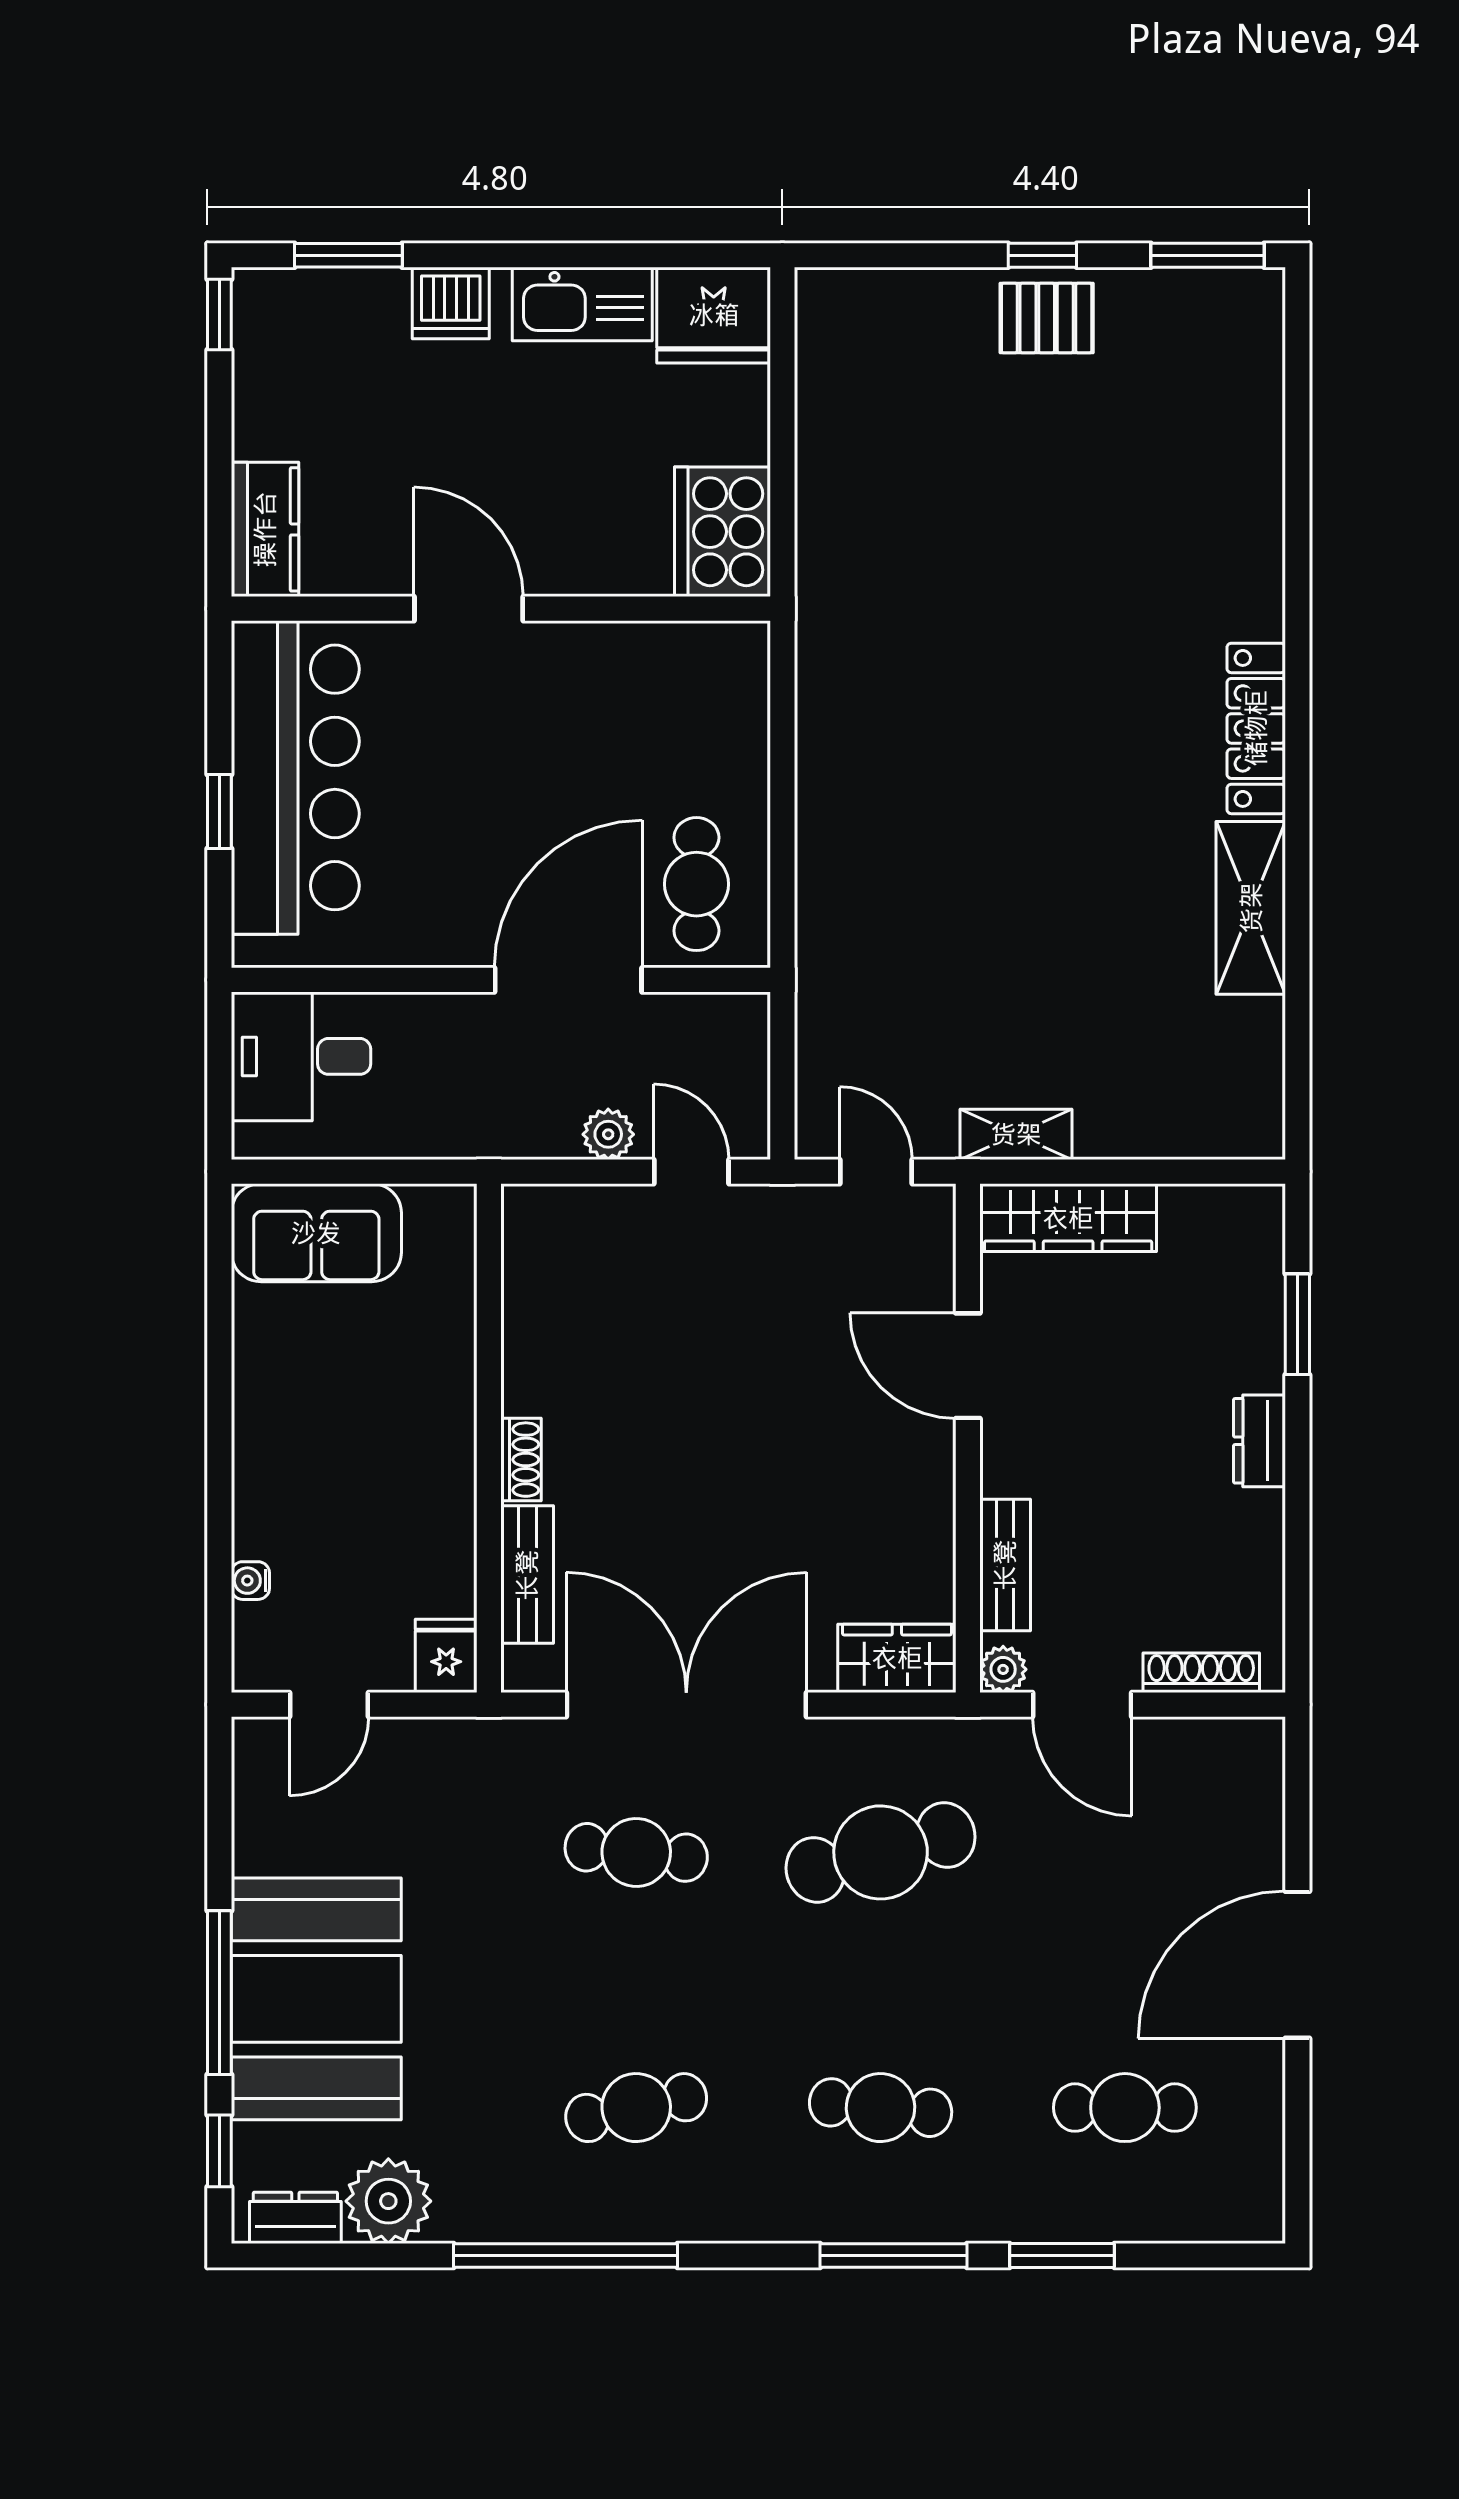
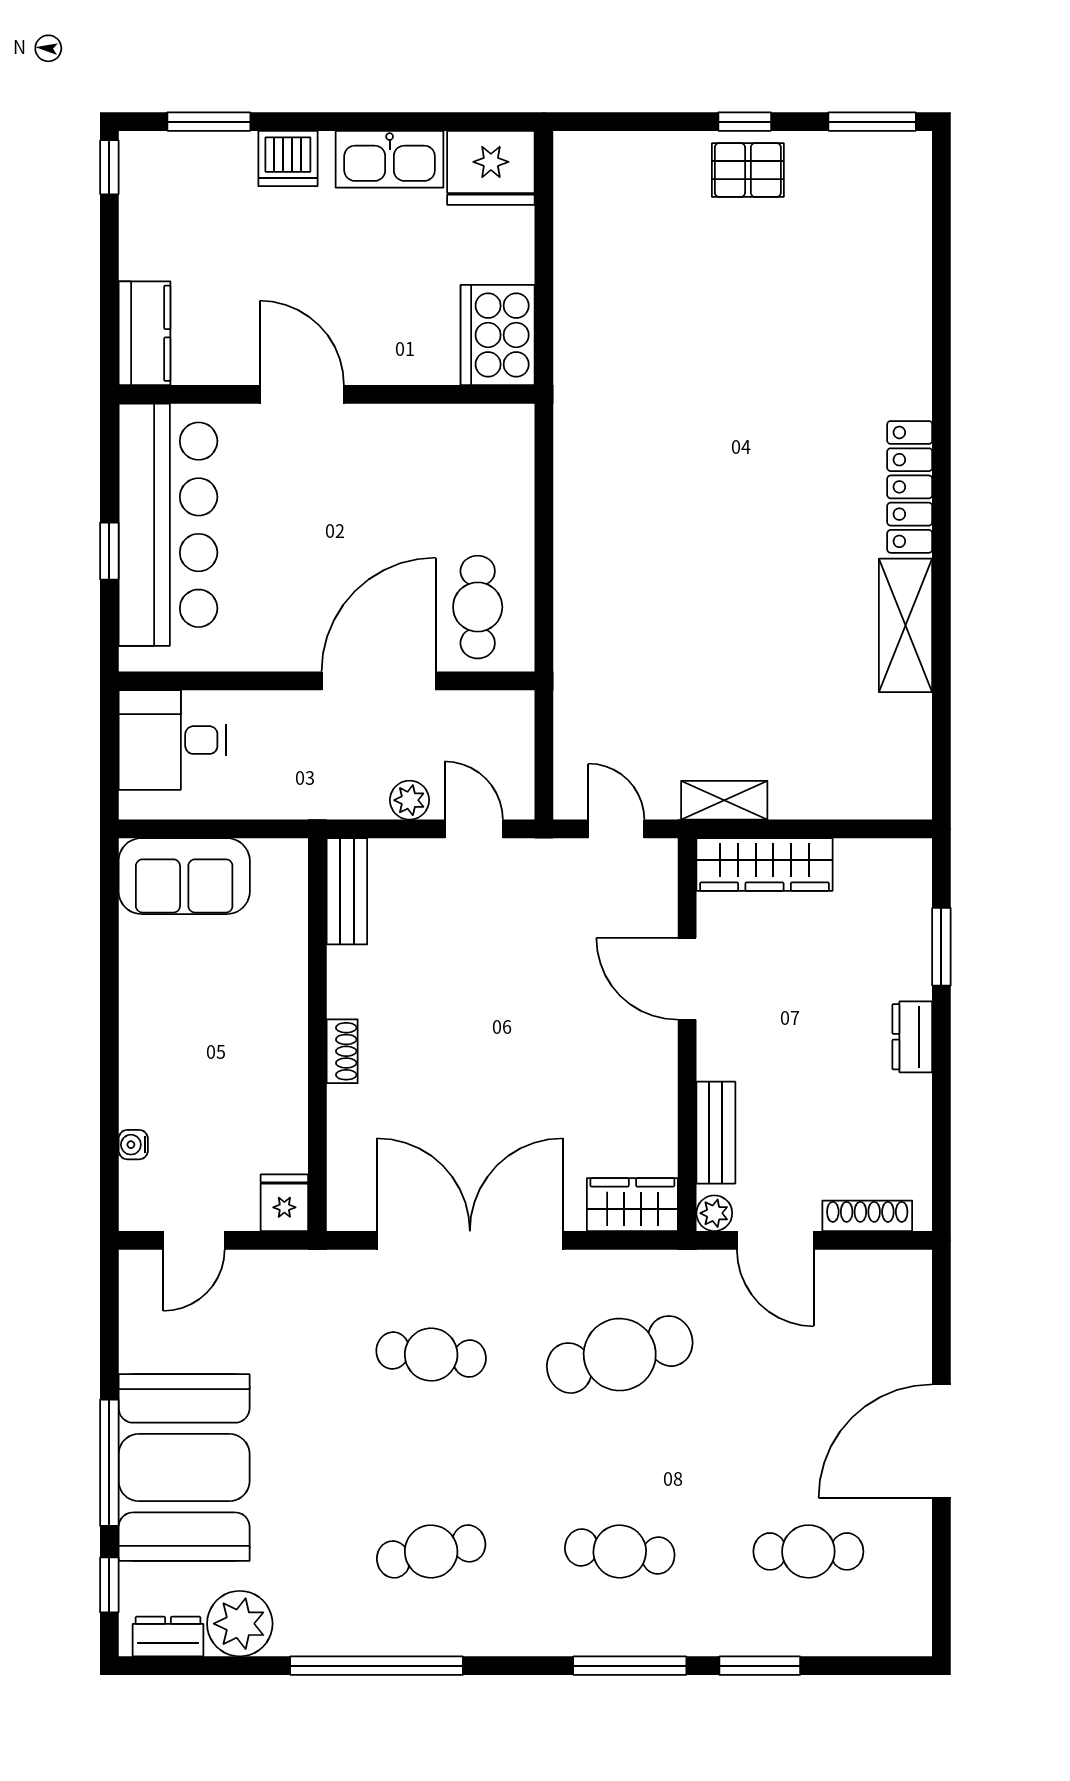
bench: (527, 1575) -> (347, 891), moved

